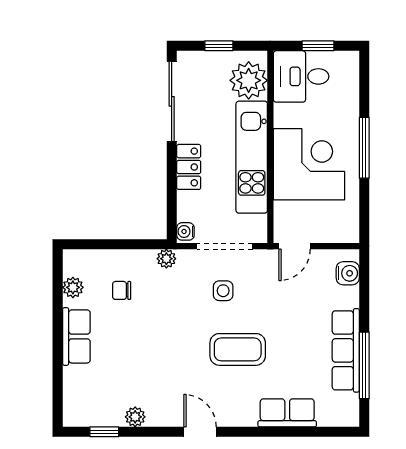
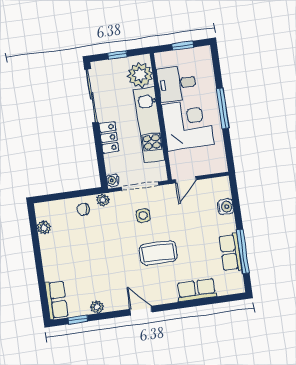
desk: (301, 76) -> (177, 83), moved
water cooler: (348, 273) -> (225, 207), moved
chair: (122, 290) -> (83, 209), moved
row of seats: (76, 336) -> (57, 300), moved
row of seats: (346, 350) -> (231, 252), width x0.68

